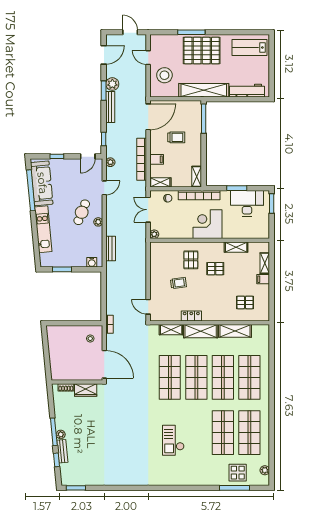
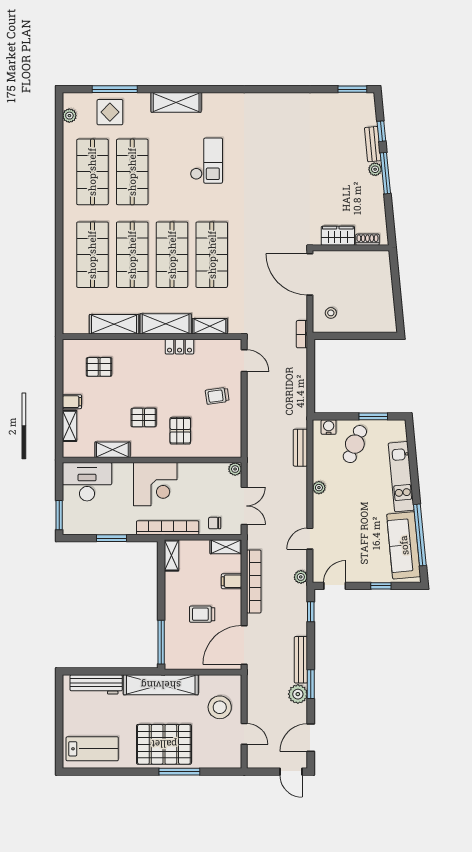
door: (130, 32) -> (291, 772), moved
desk: (247, 203) -> (87, 482), moved, turned 180
cafe table: (82, 212) -> (355, 444), moved
trolley: (178, 283) -> (217, 396), moved
shelving: (194, 479) -> (176, 102), added

